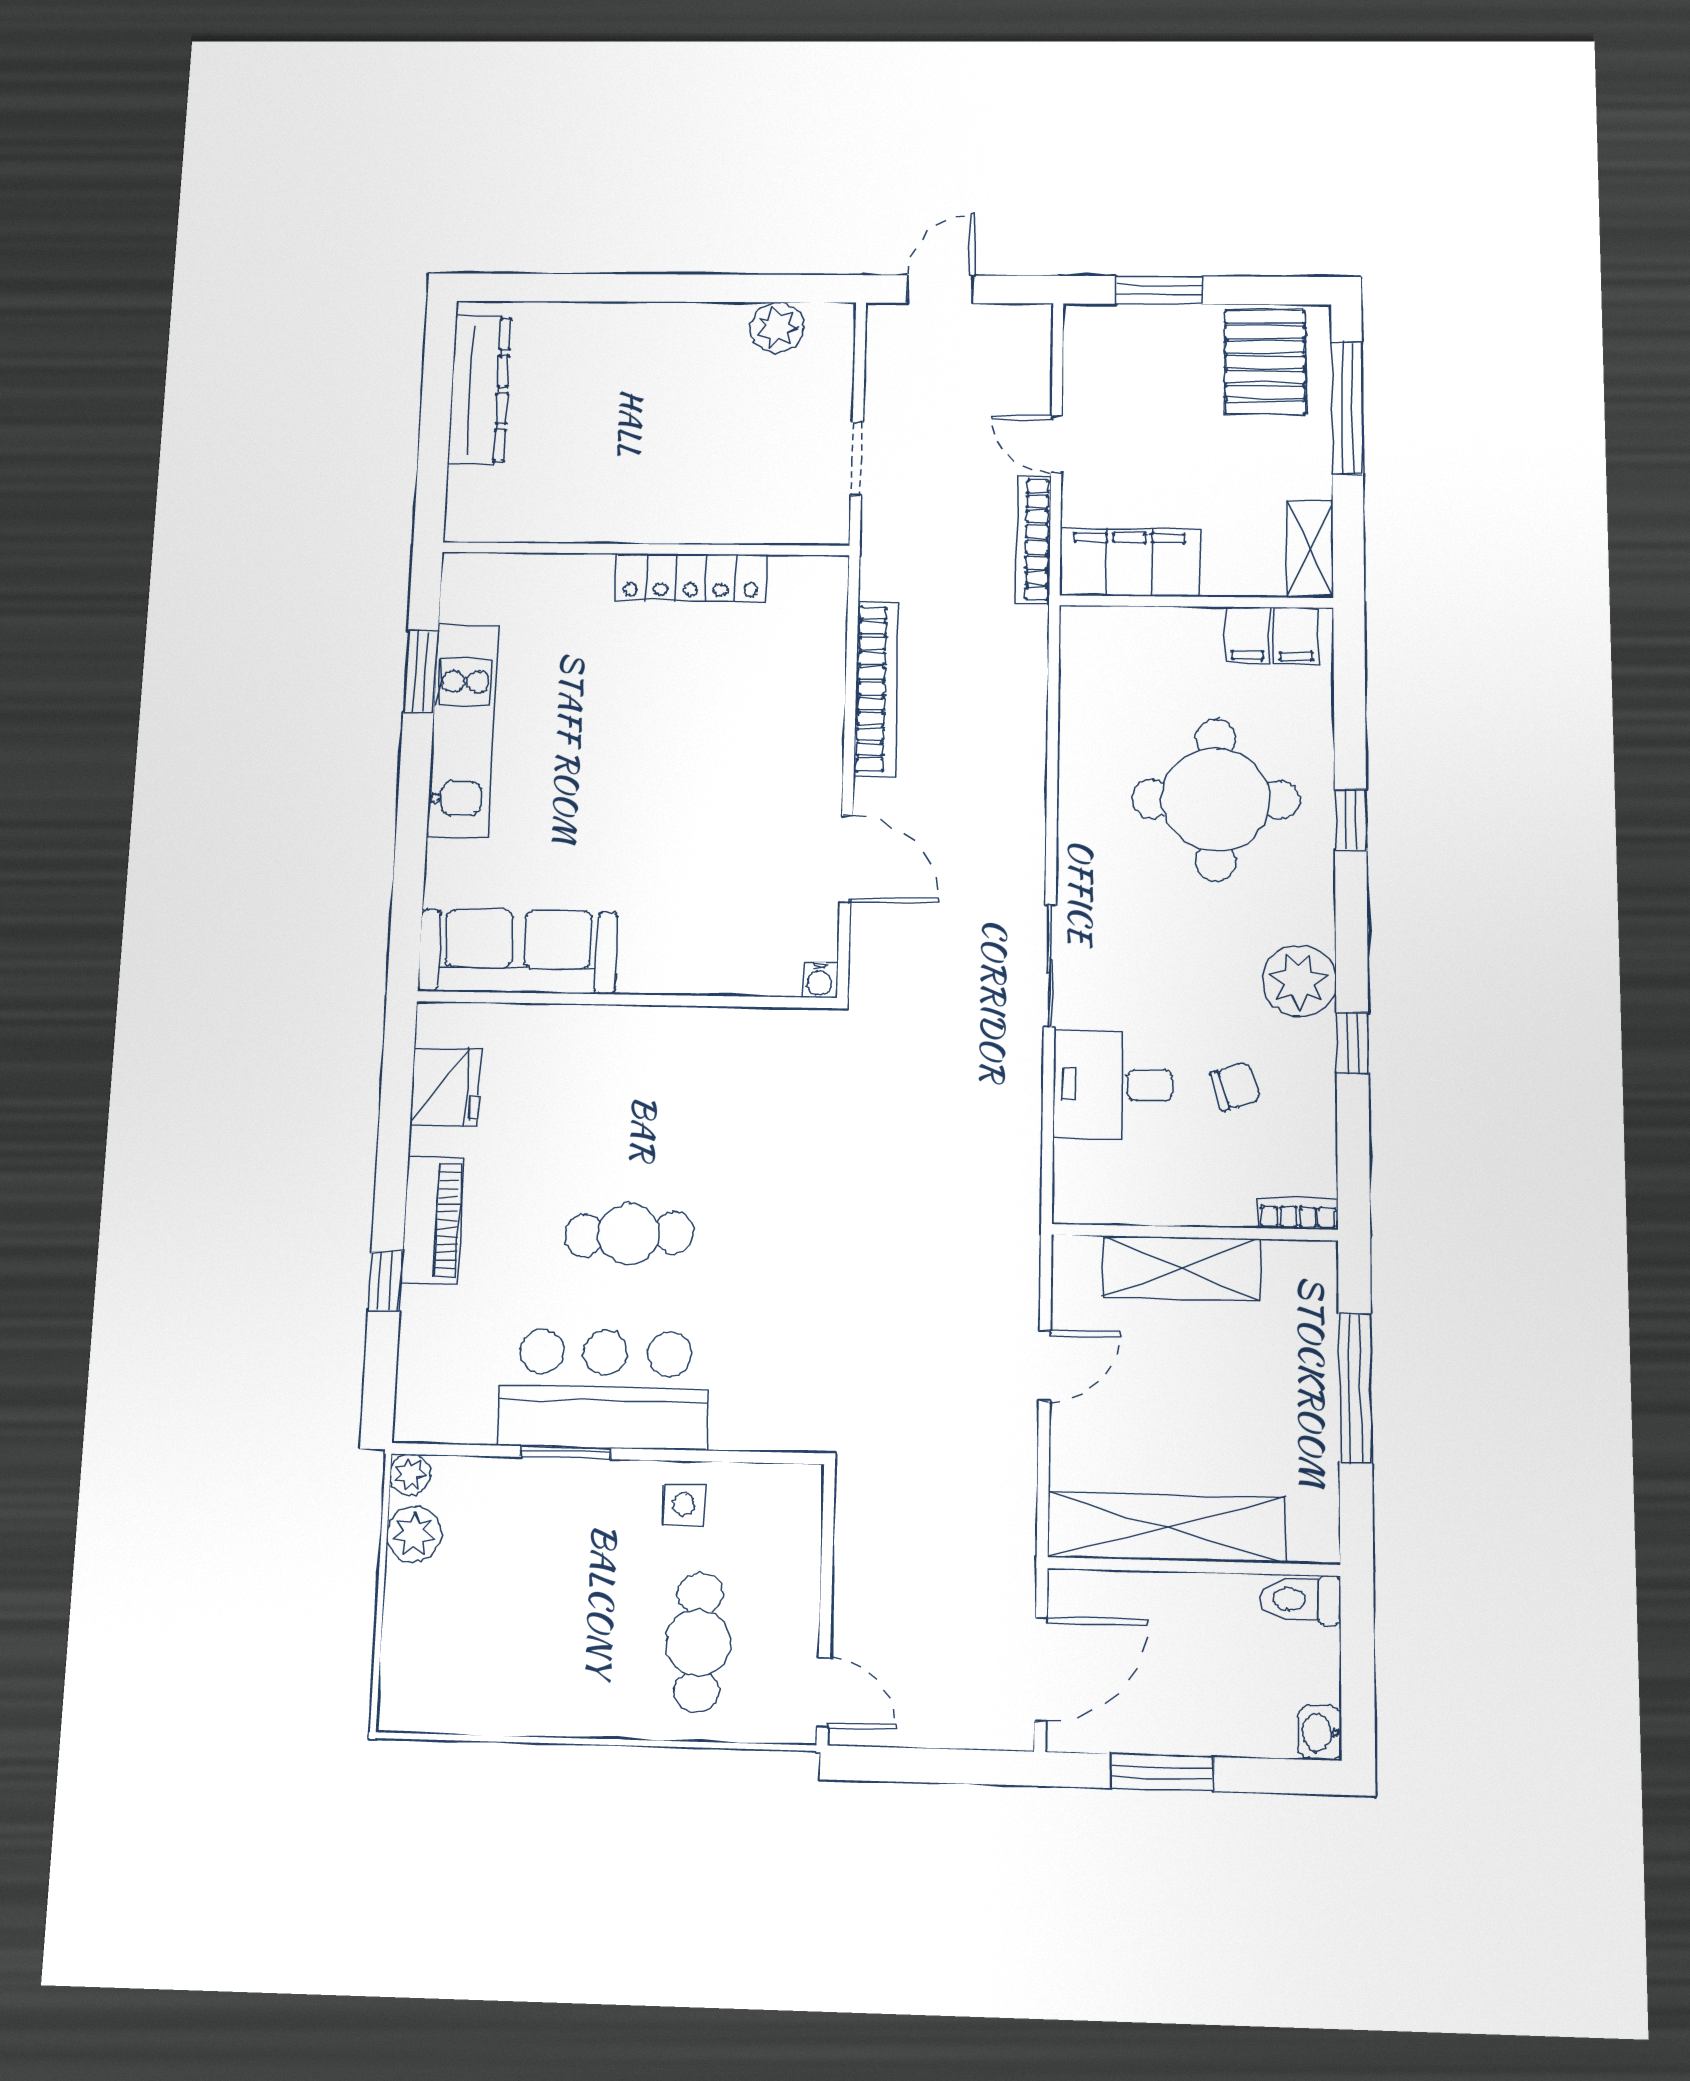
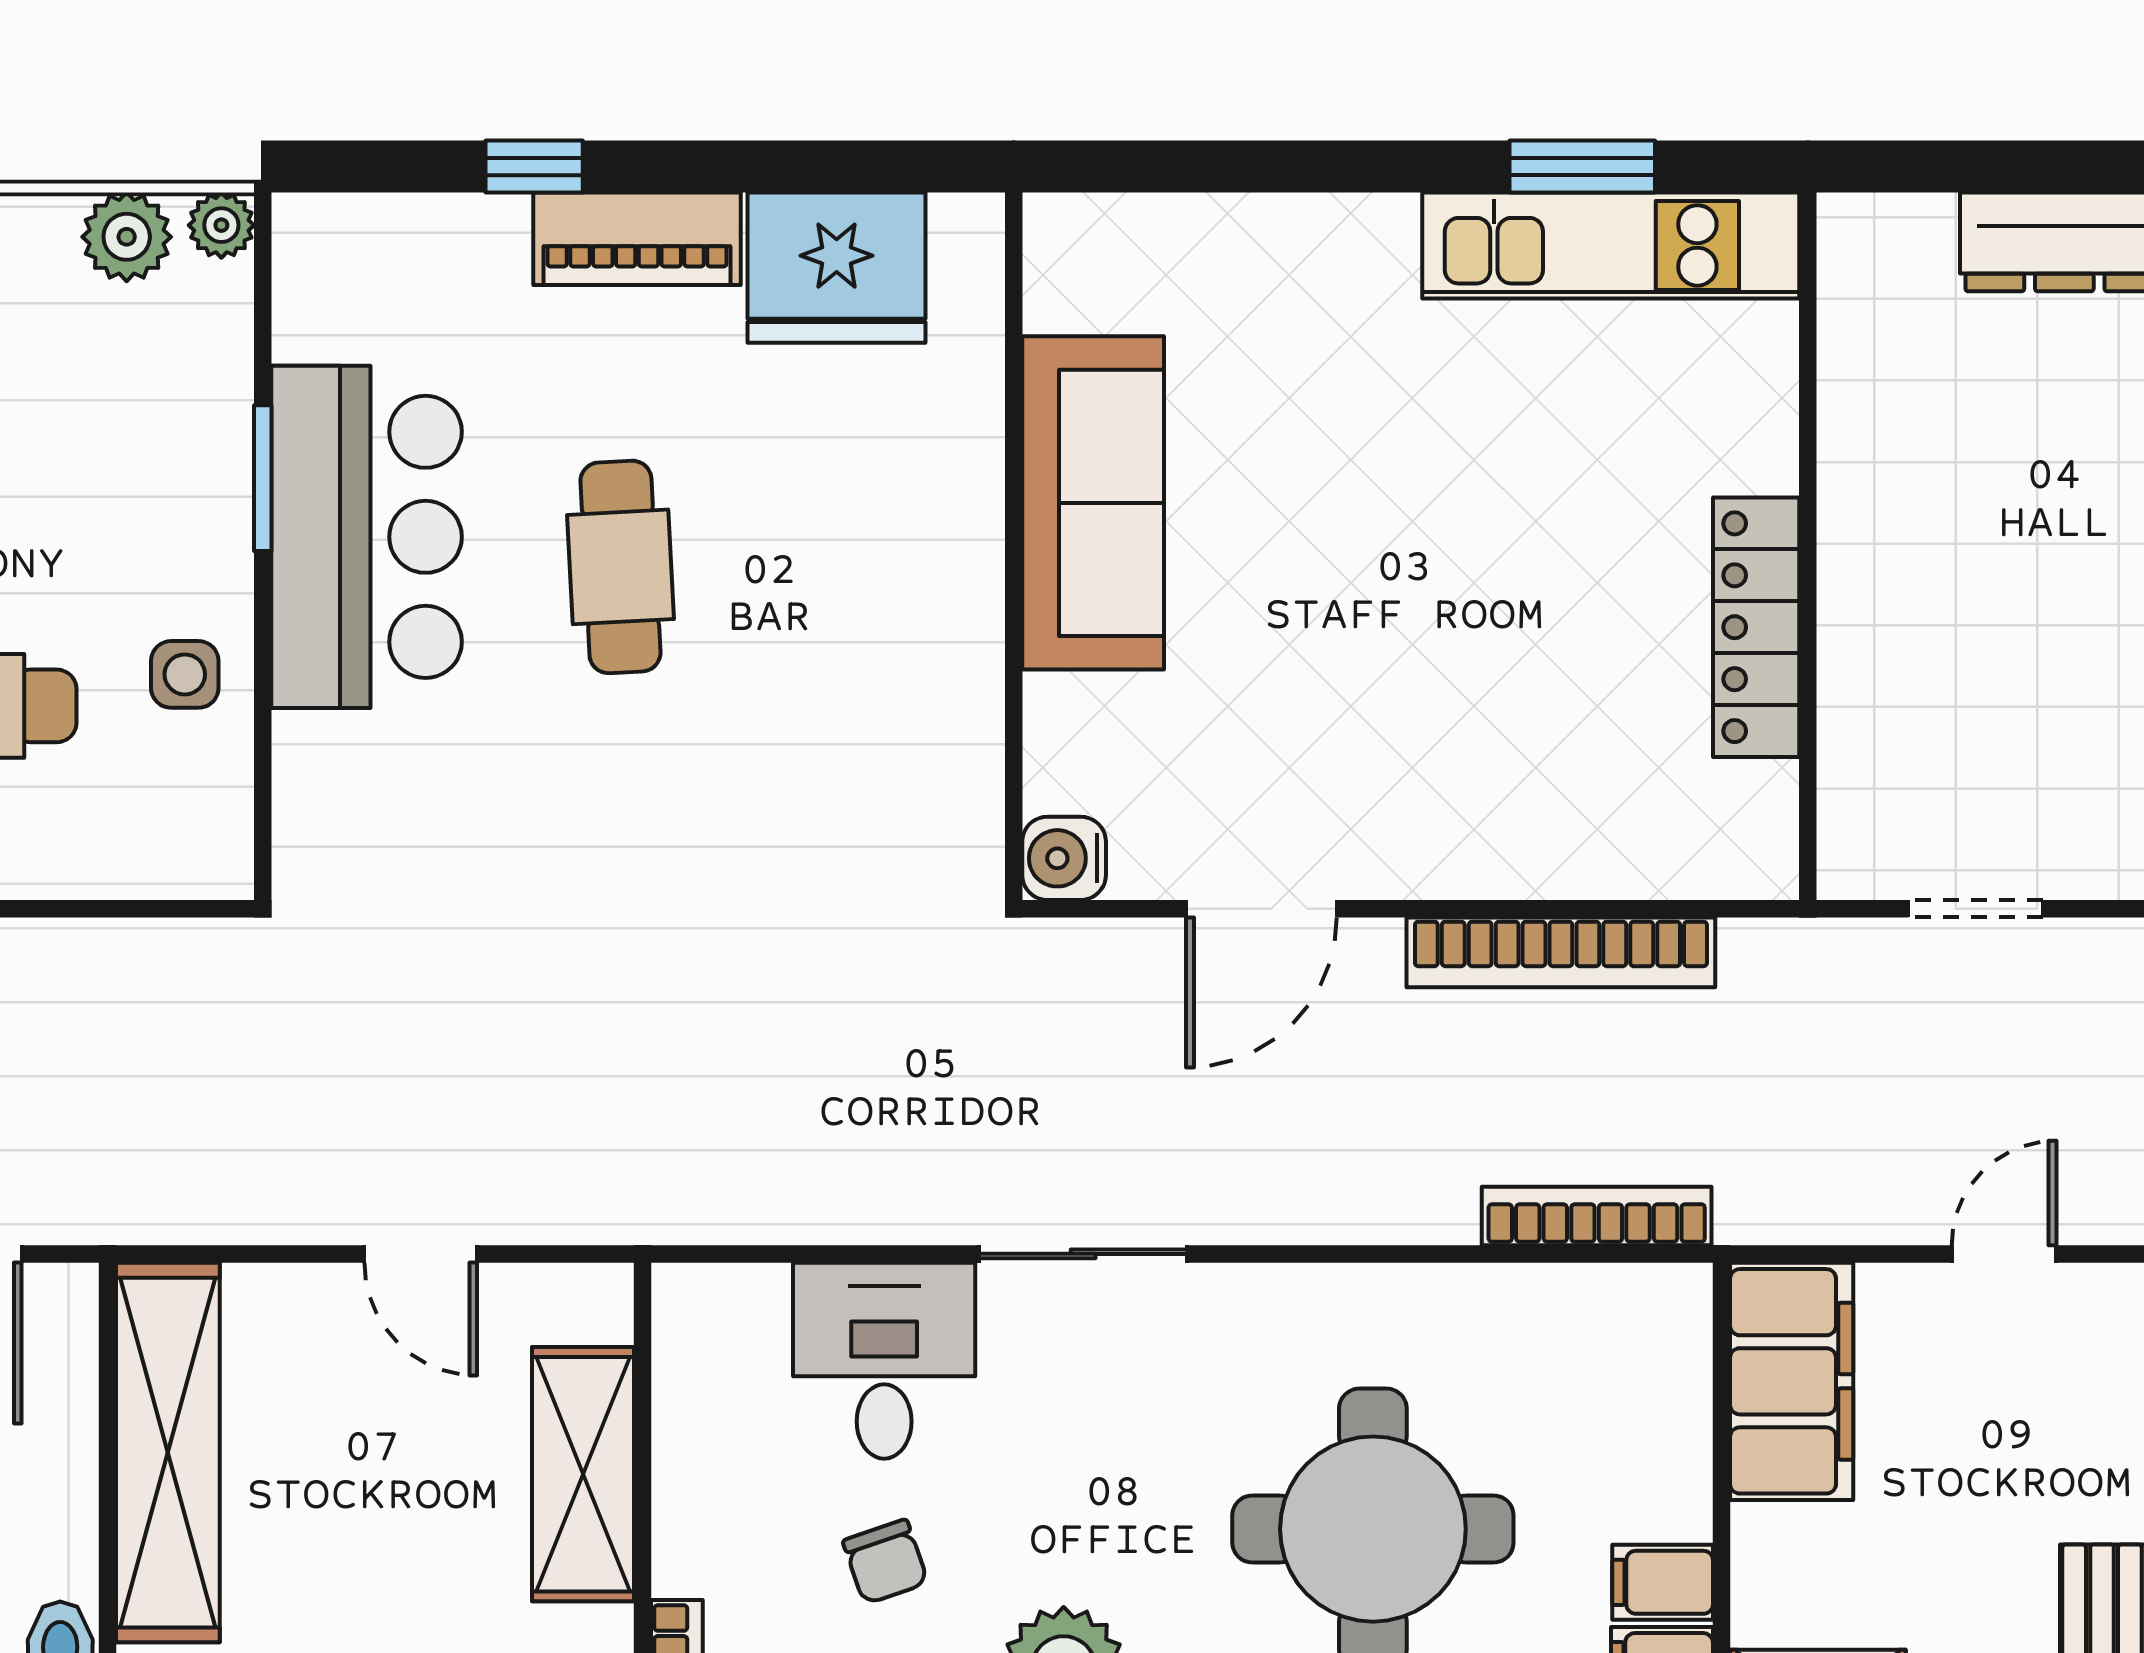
bookcase: (1033, 540) -> (1597, 1216), moved
kitchen unit: (463, 730) -> (1611, 245), moved
sofa: (518, 951) -> (1093, 503), moved
water cooler: (820, 980) -> (1064, 858), width x1.38, depth x1.38
fridge: (445, 1087) -> (837, 268), width x1.36, depth x1.34

